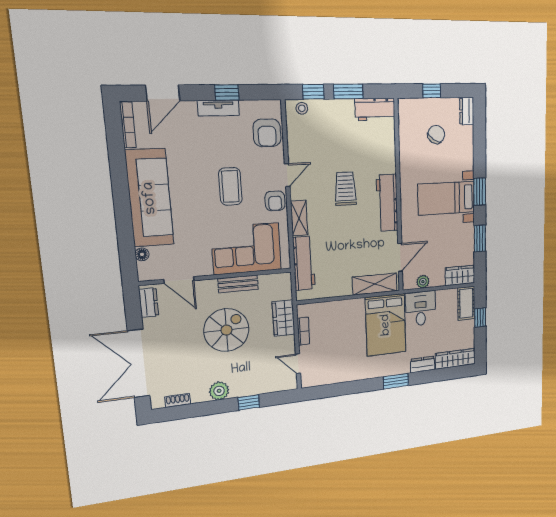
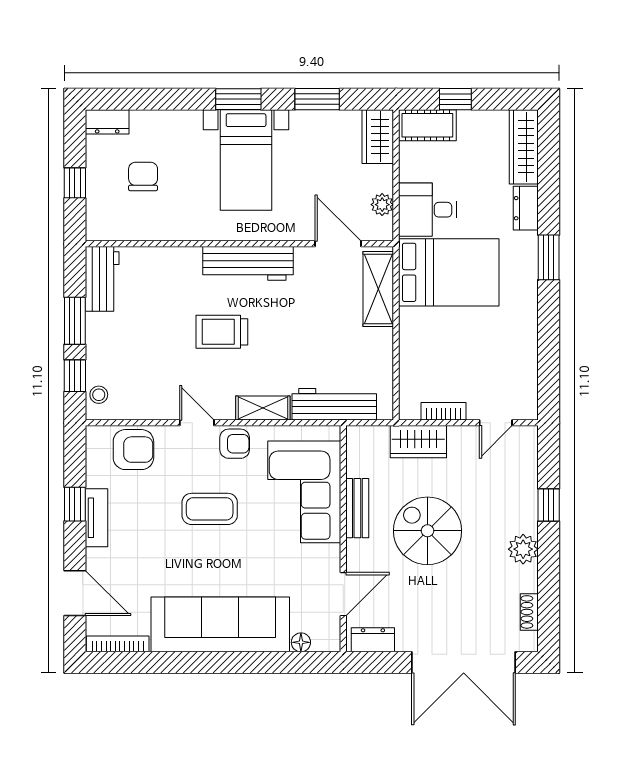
chair: (436, 135) -> (143, 176), turned 57

